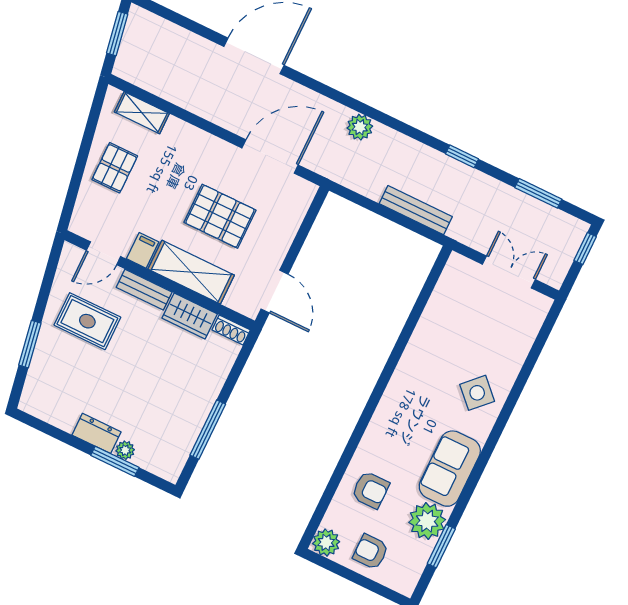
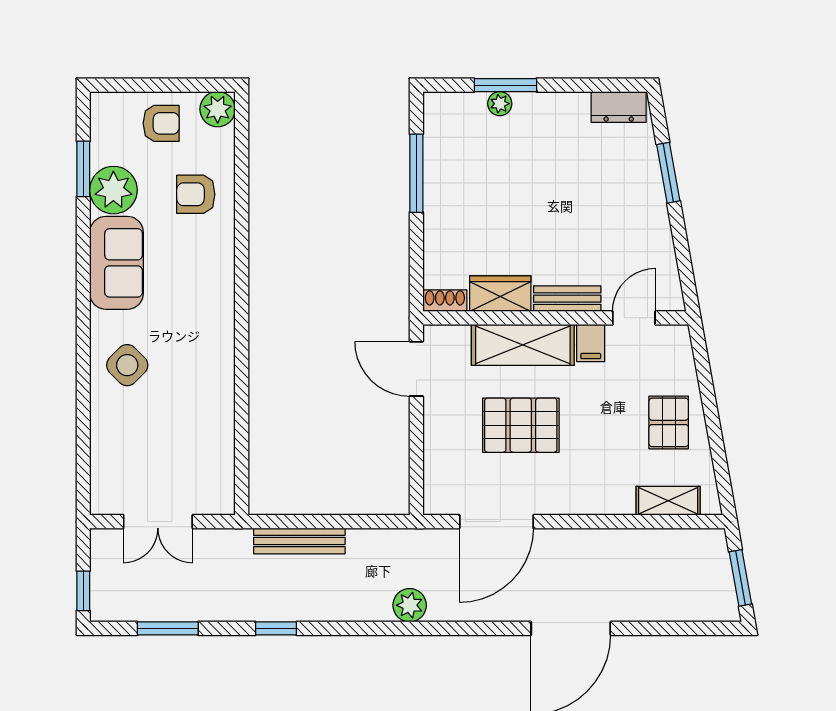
rug: (87, 321) -> (615, 231), removed
dresser: (97, 433) -> (619, 107), moved

